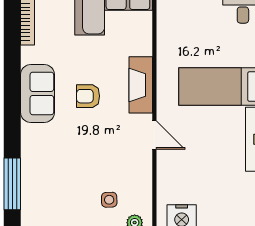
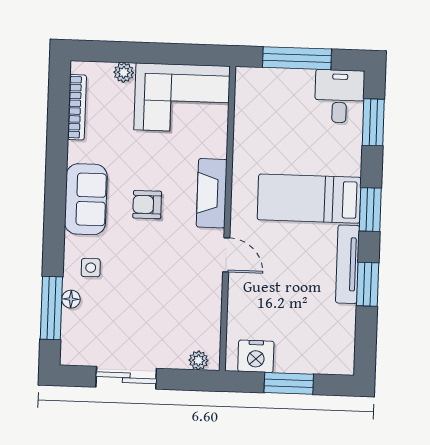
floor lamp: (28, 176) -> (71, 299), added
side table: (109, 200) -> (91, 268), moved

